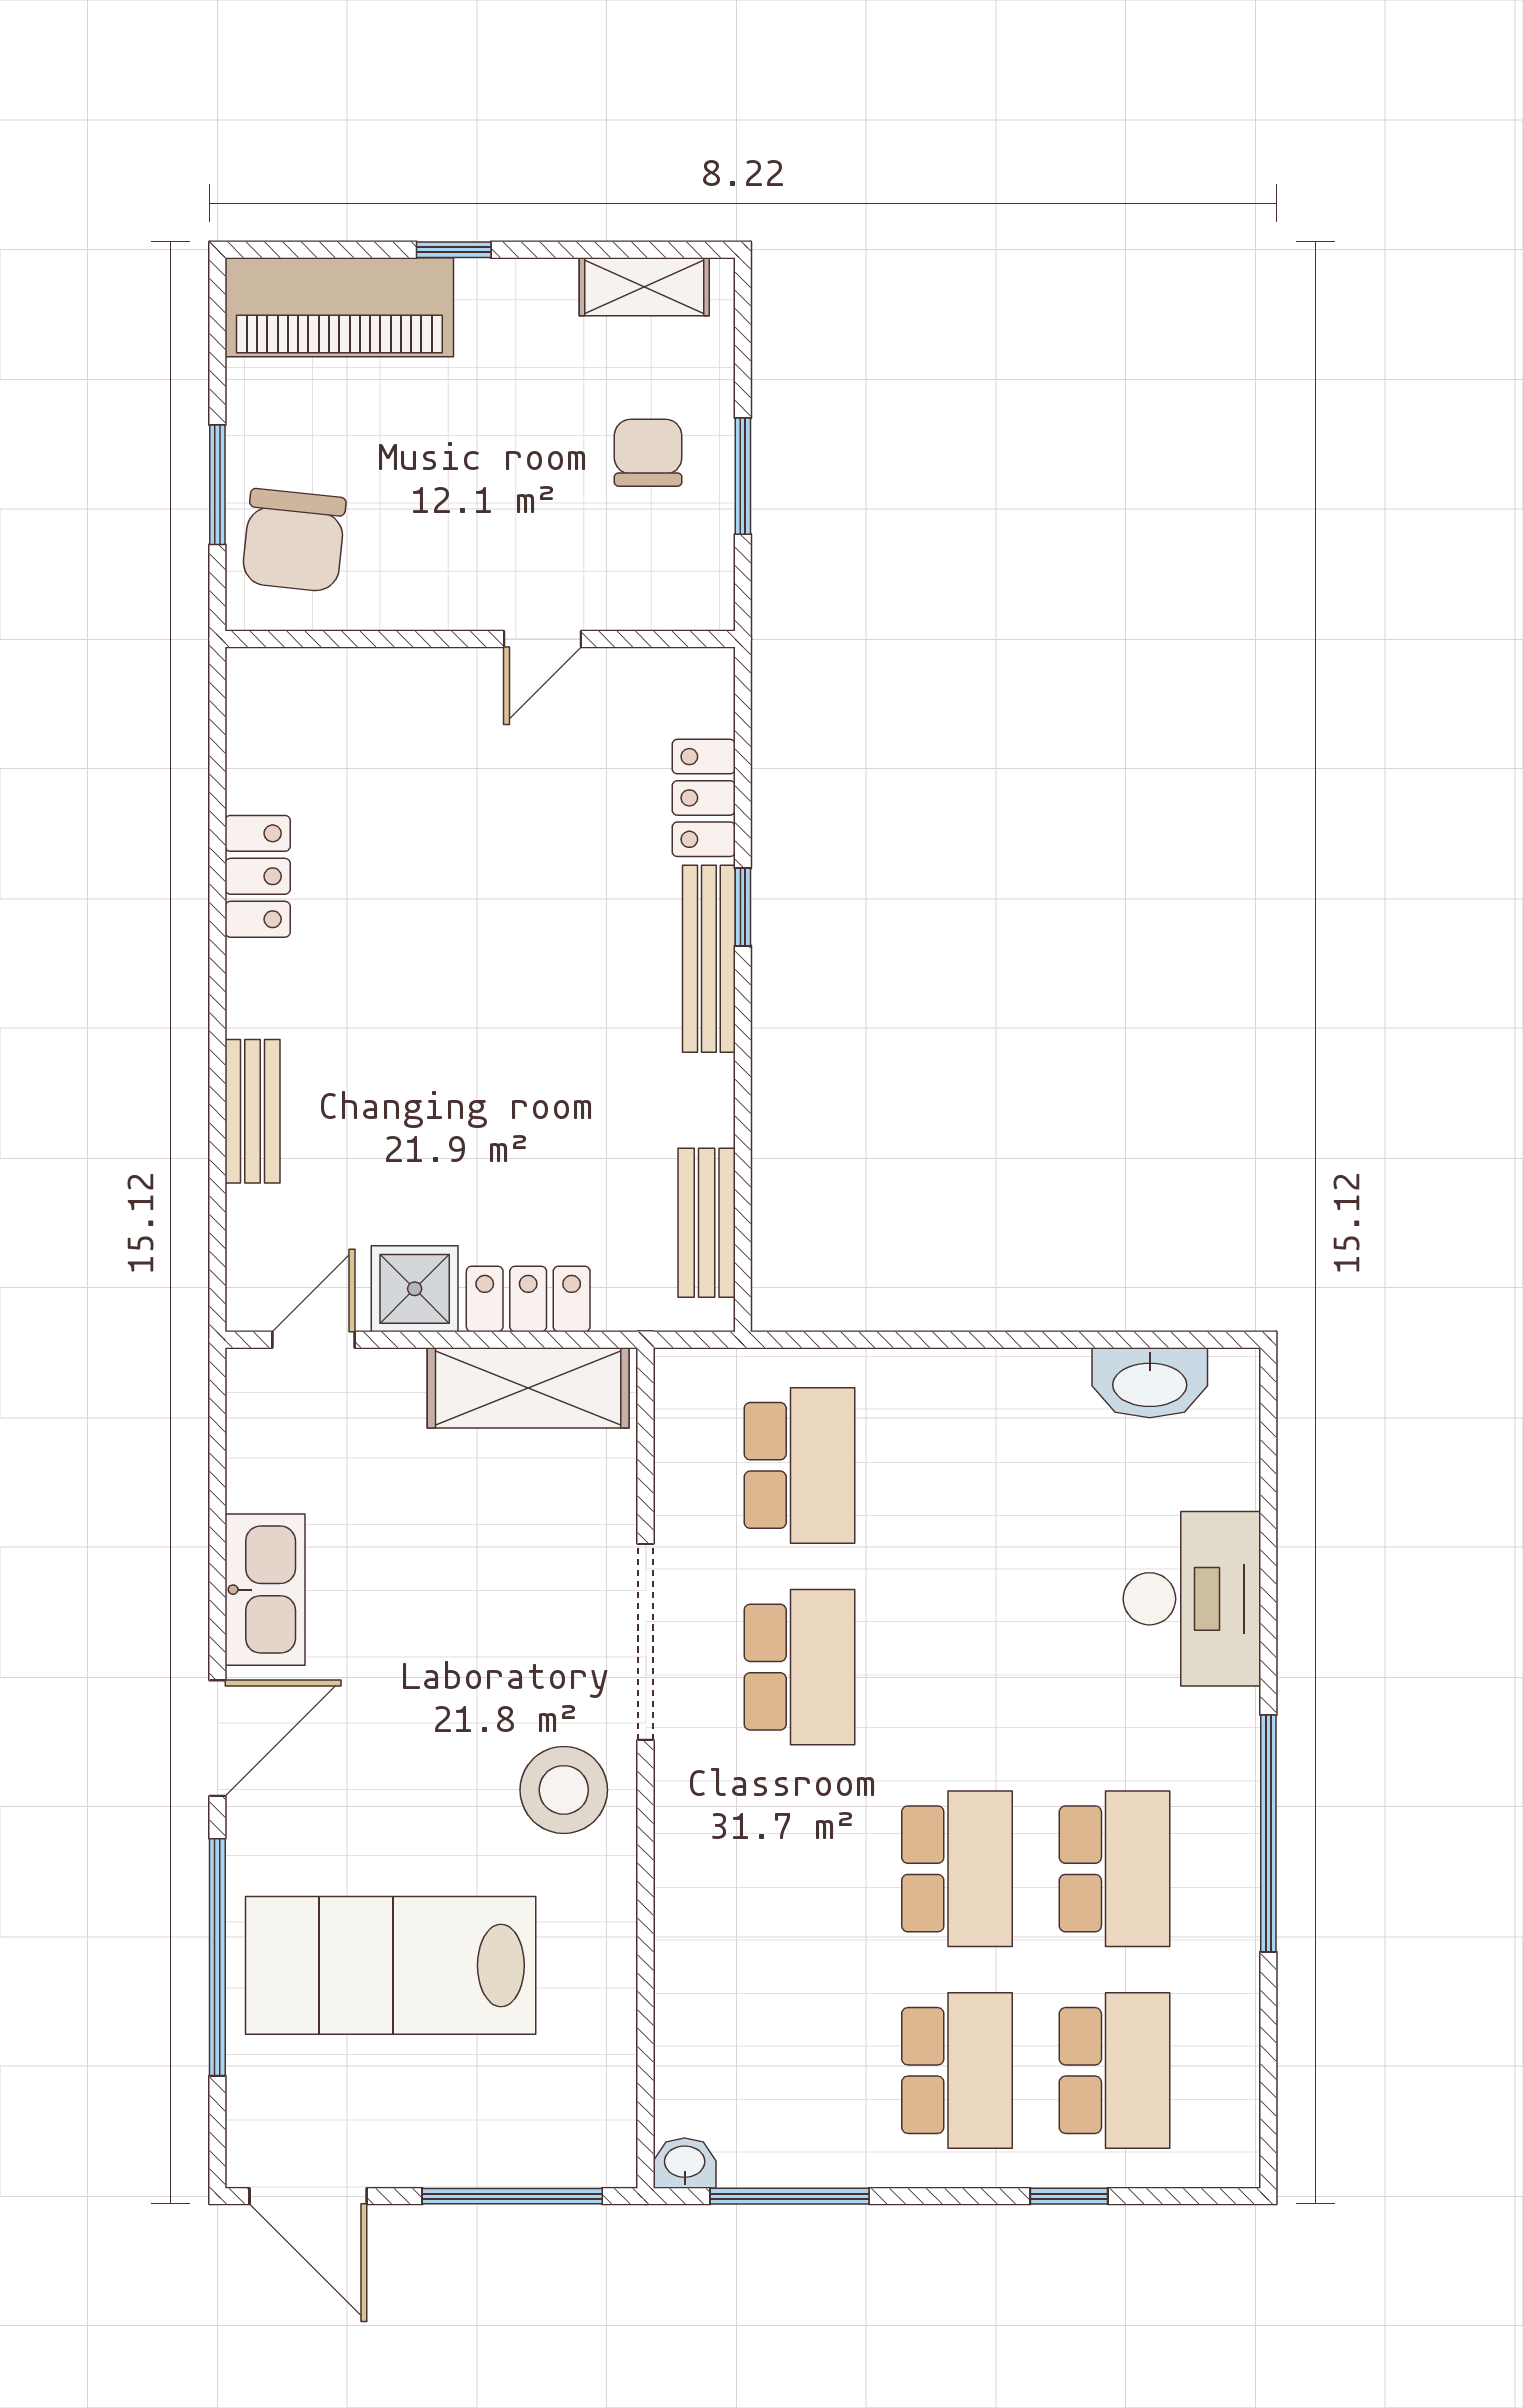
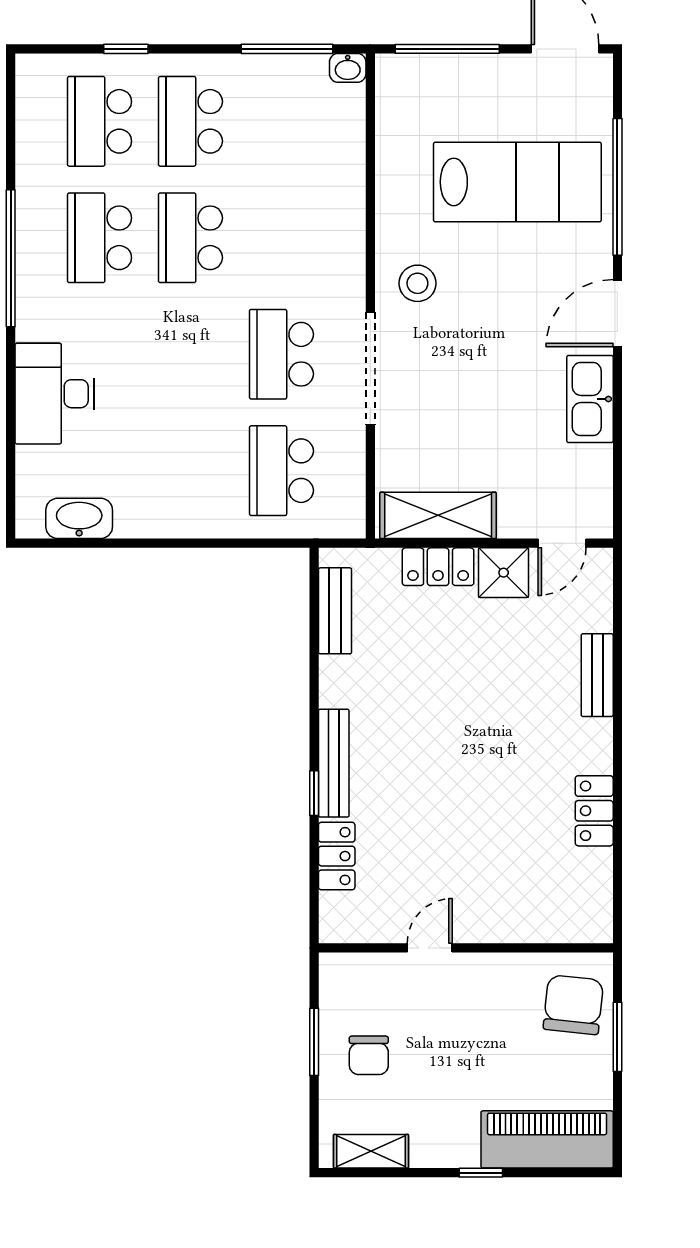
stool: (564, 1790) -> (417, 283), width x0.73, depth x0.73

